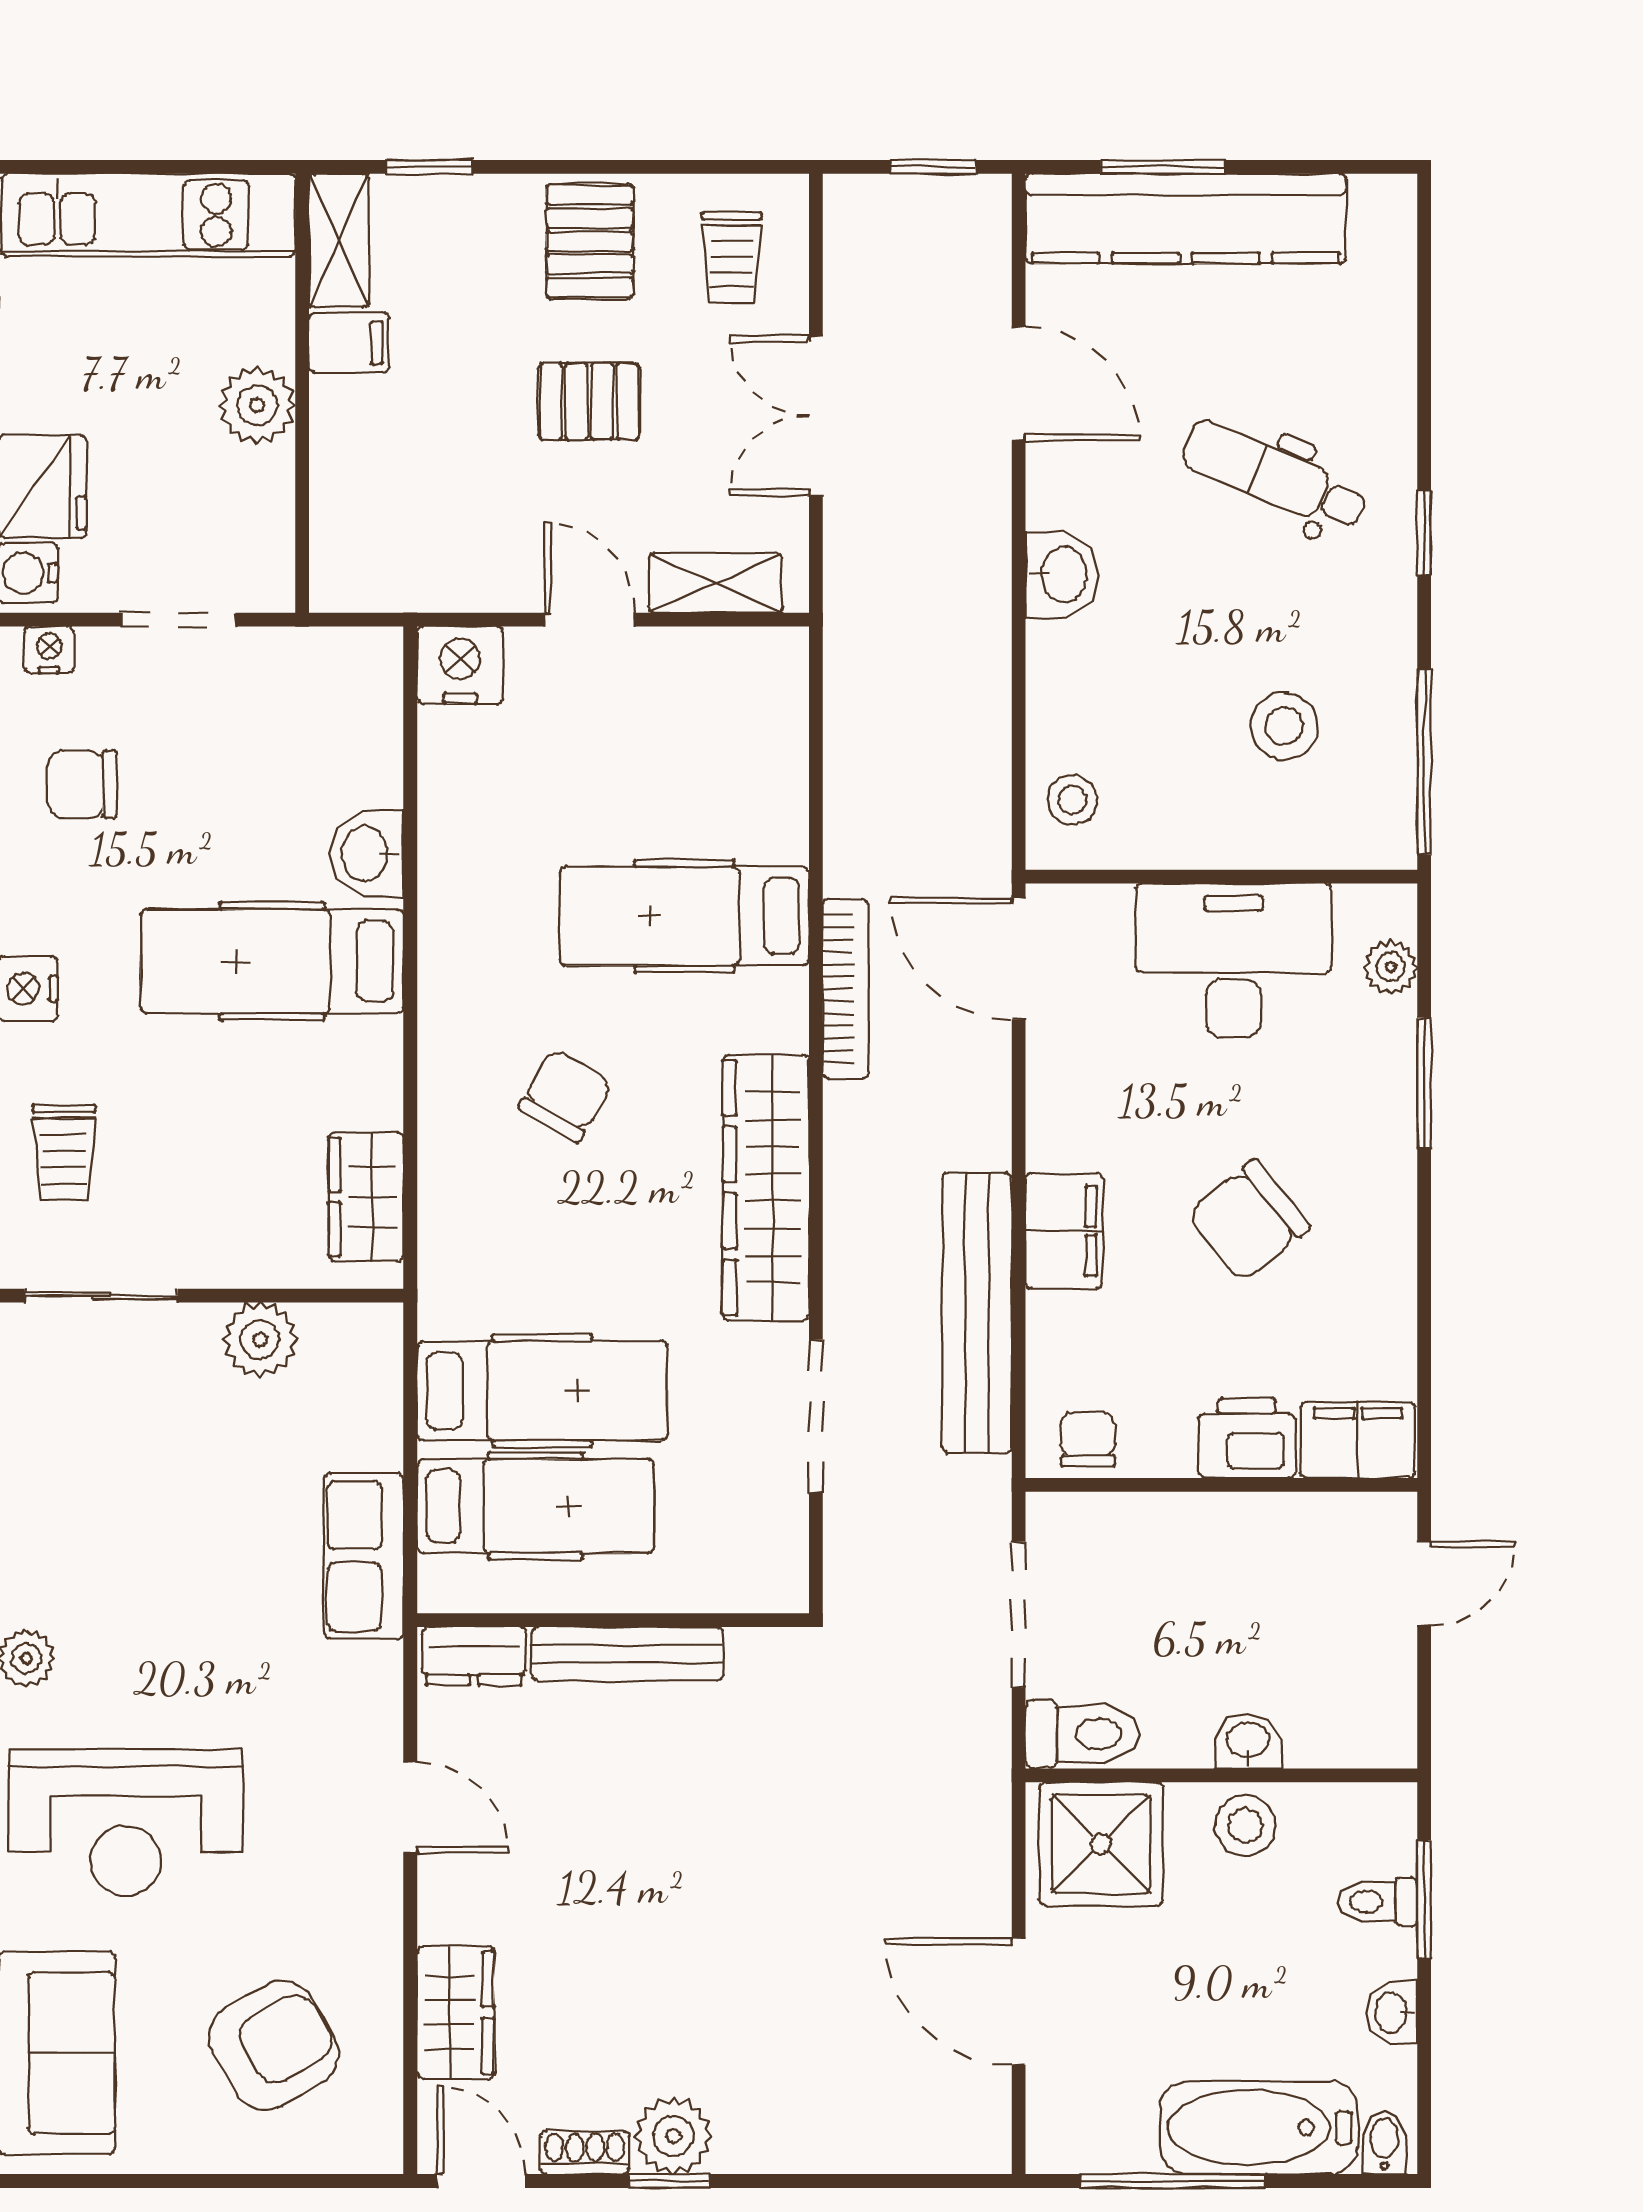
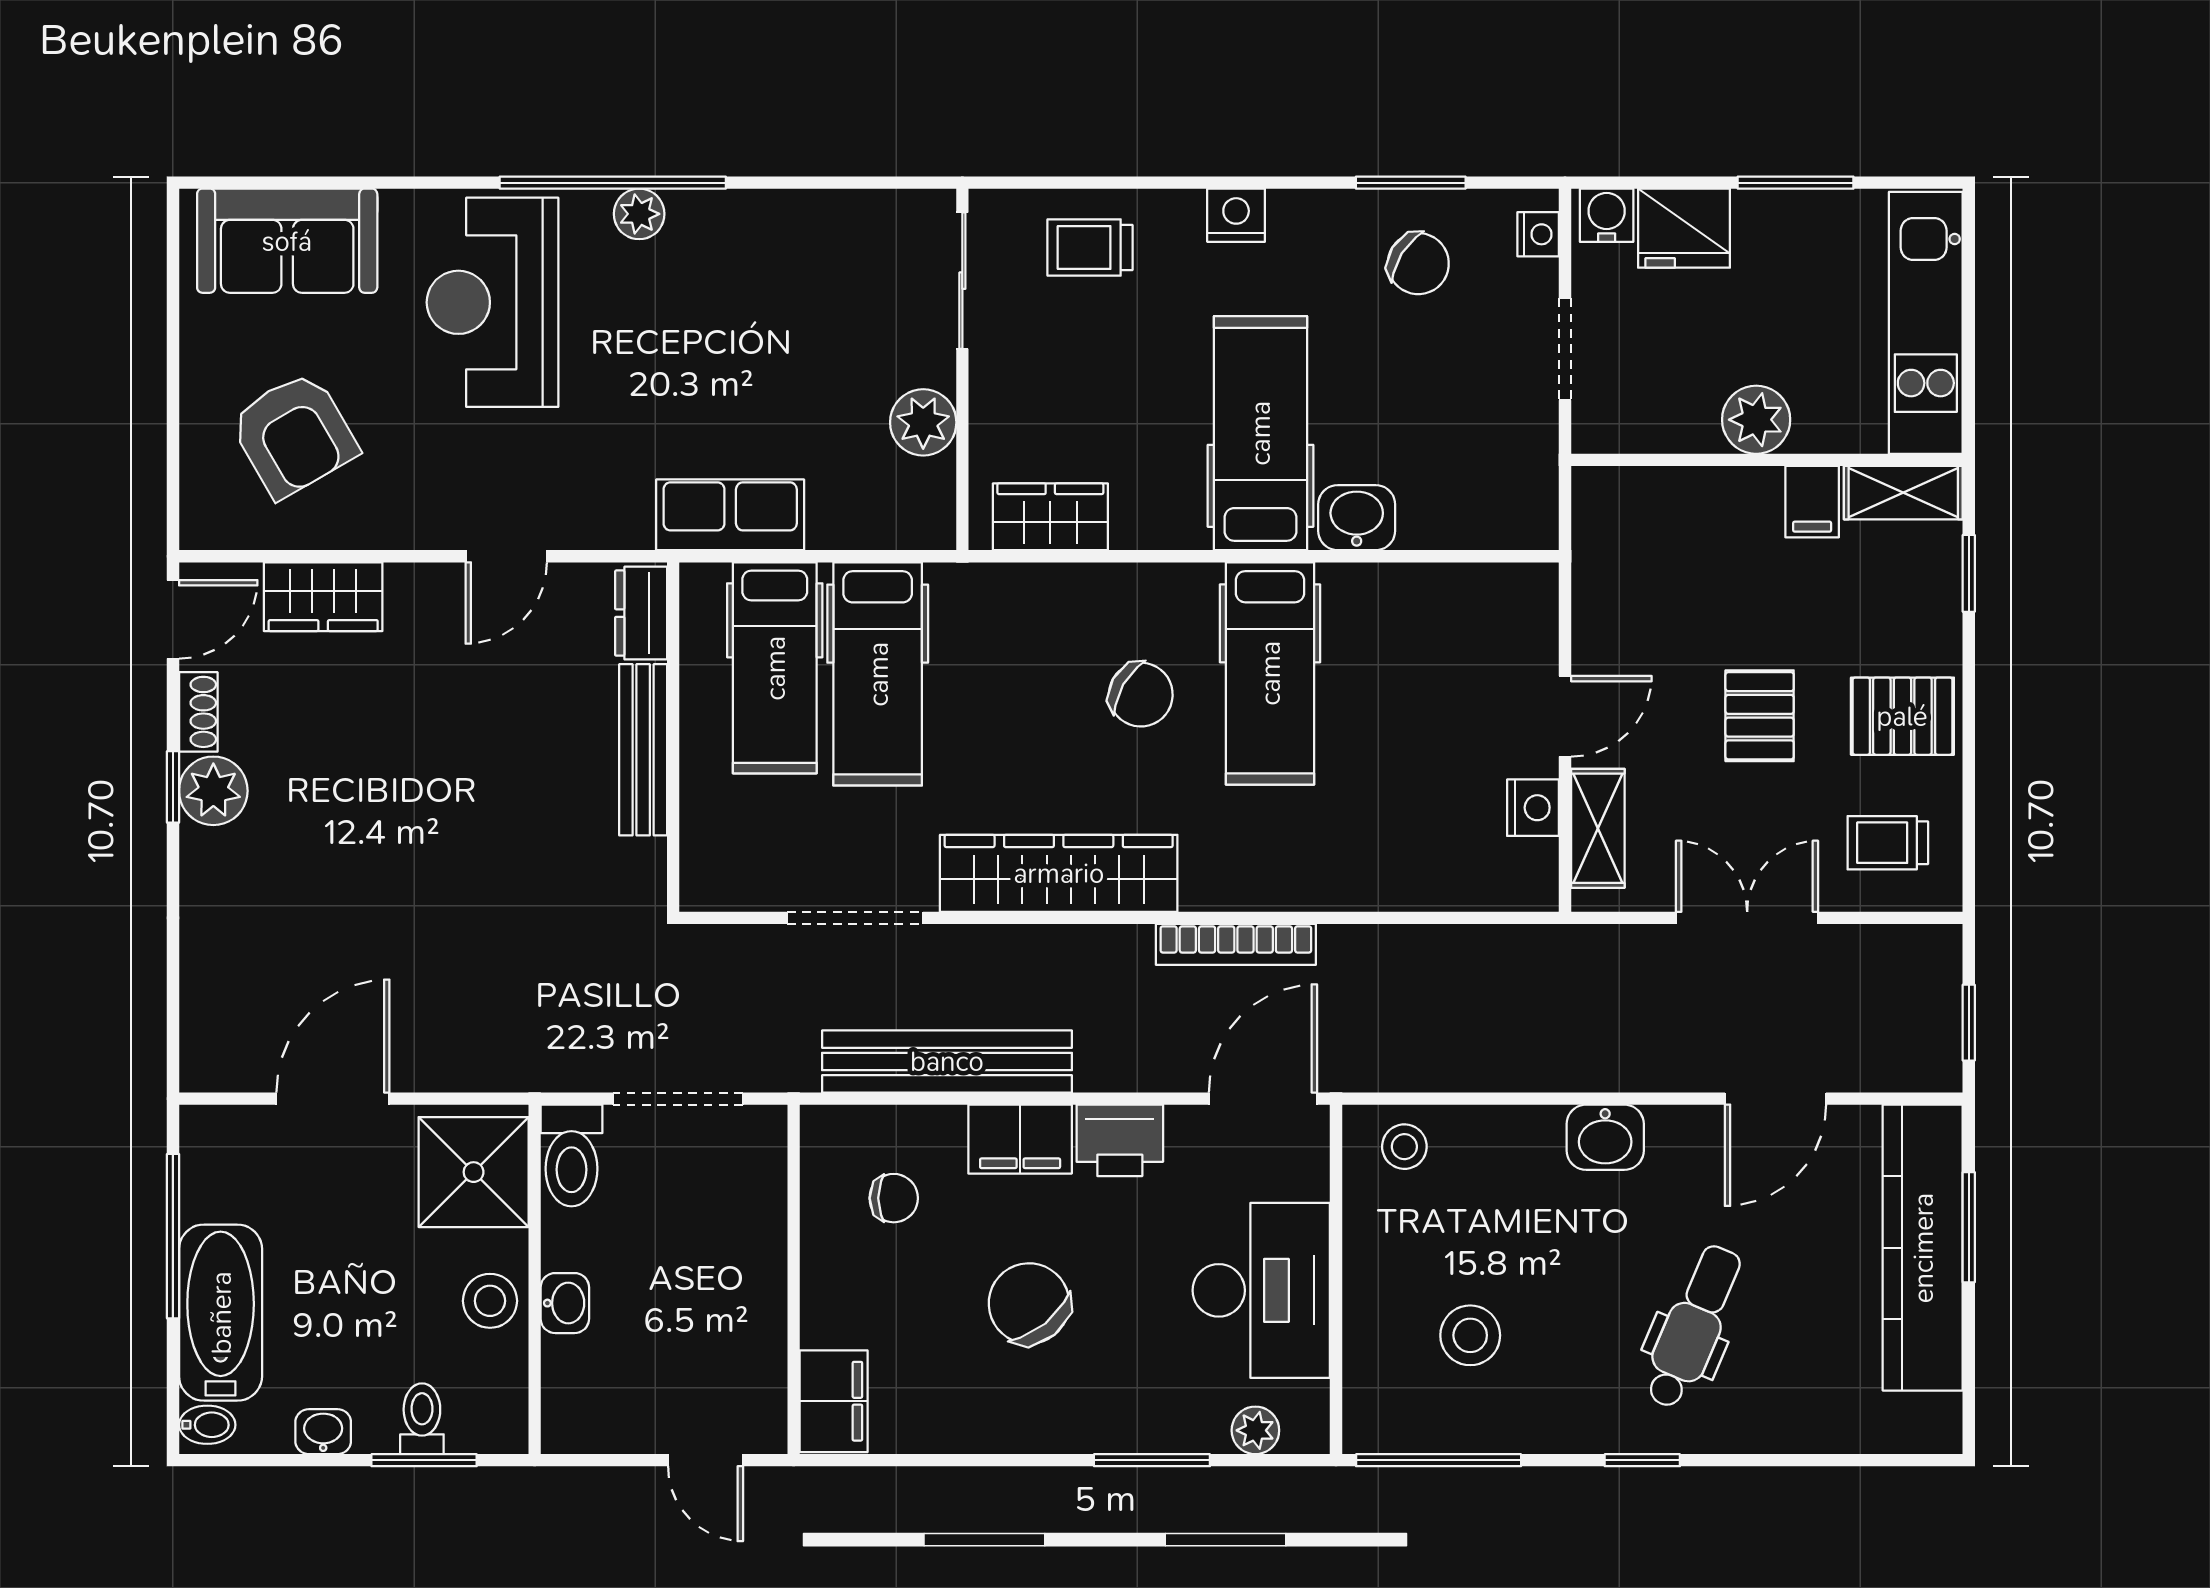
nightstand: (460, 665) -> (1533, 808), moved, width x0.74, depth x0.75
chair: (82, 784) -> (1418, 264), turned 122
hospital bed: (684, 916) -> (1270, 673), moved, turned 180
printer: (1247, 1438) -> (1120, 1140), moved, turned 90
chair: (1088, 1439) -> (894, 1198), moved

